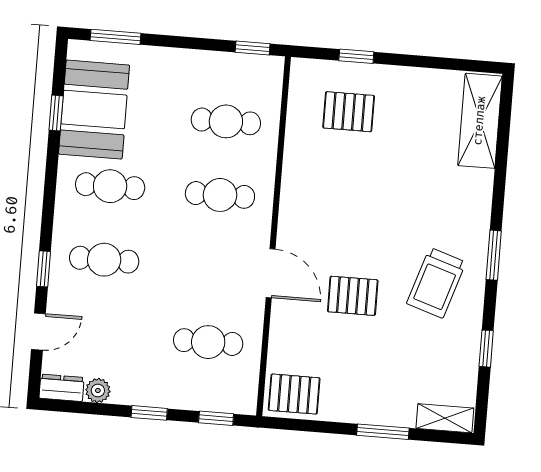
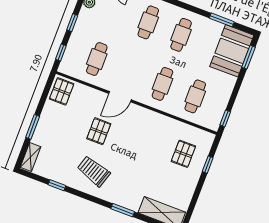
booth: (94, 110) -> (232, 51), moved, turned 90
window: (56, 113) -> (222, 20), width x1.50
window: (494, 255) -> (123, 210), moved

